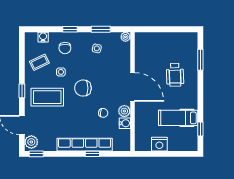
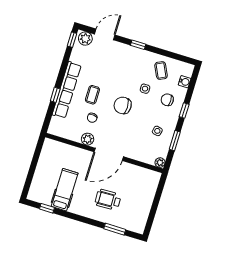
chair: (83, 88) -> (123, 105), turned -90
coffee table: (47, 97) -> (92, 95), moved, width x0.54, depth x0.58
water cooler: (125, 123) -> (75, 136), removed
nightstand: (159, 144) -> (45, 163), removed

